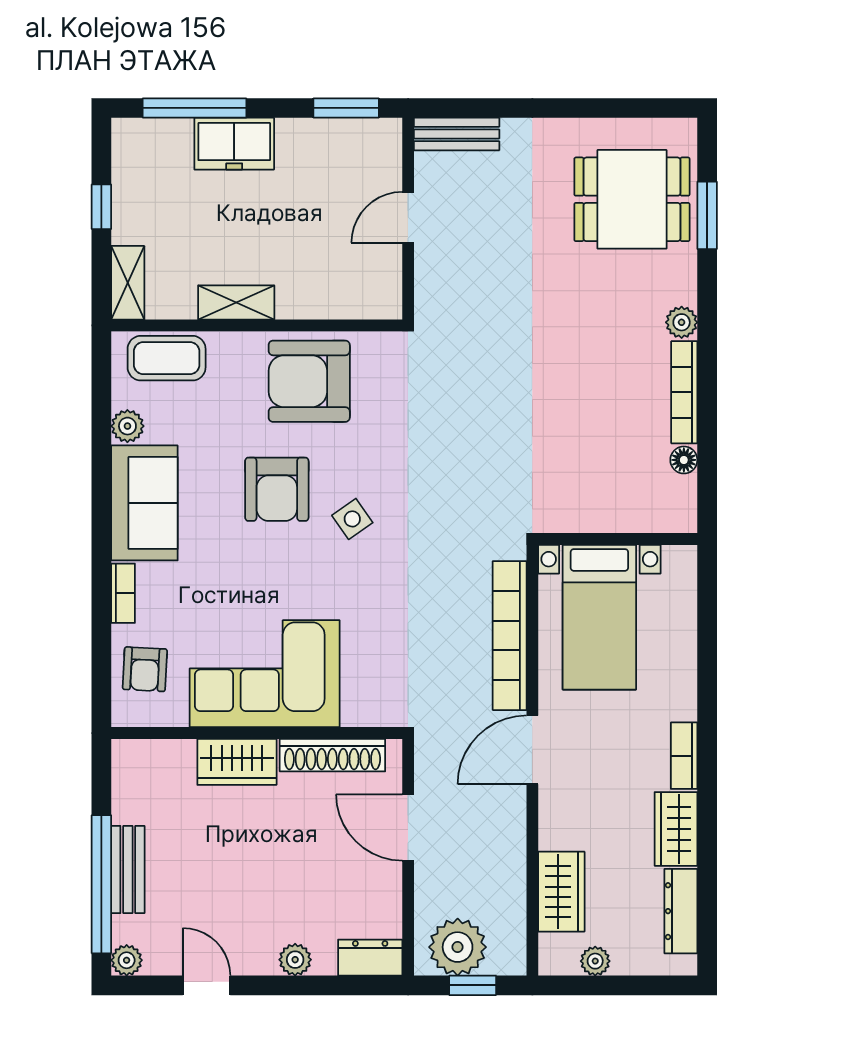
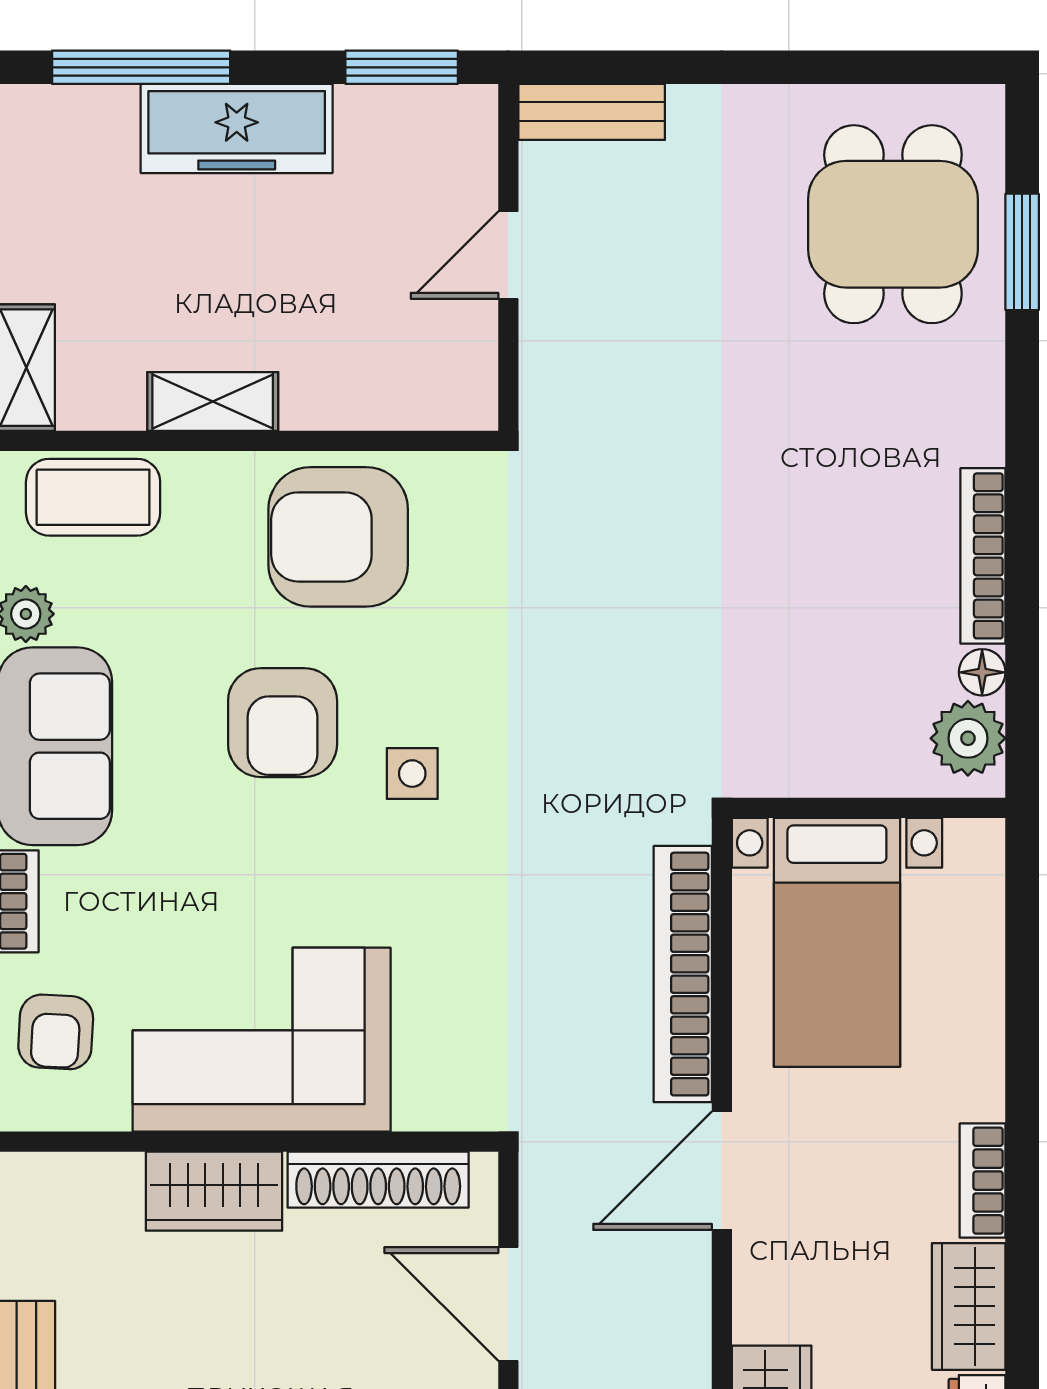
freezer: (234, 144) -> (237, 128), width x1.40
dining table: (632, 199) -> (893, 224), turned 90
plant: (682, 322) -> (968, 738), moved, width x1.38, depth x1.38
side table: (352, 519) -> (412, 774), turned 35

